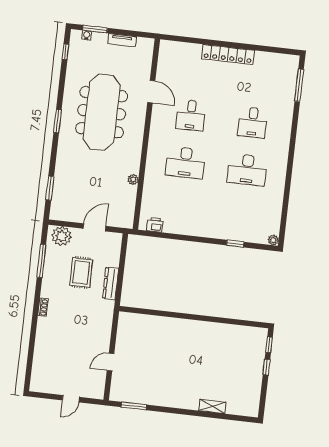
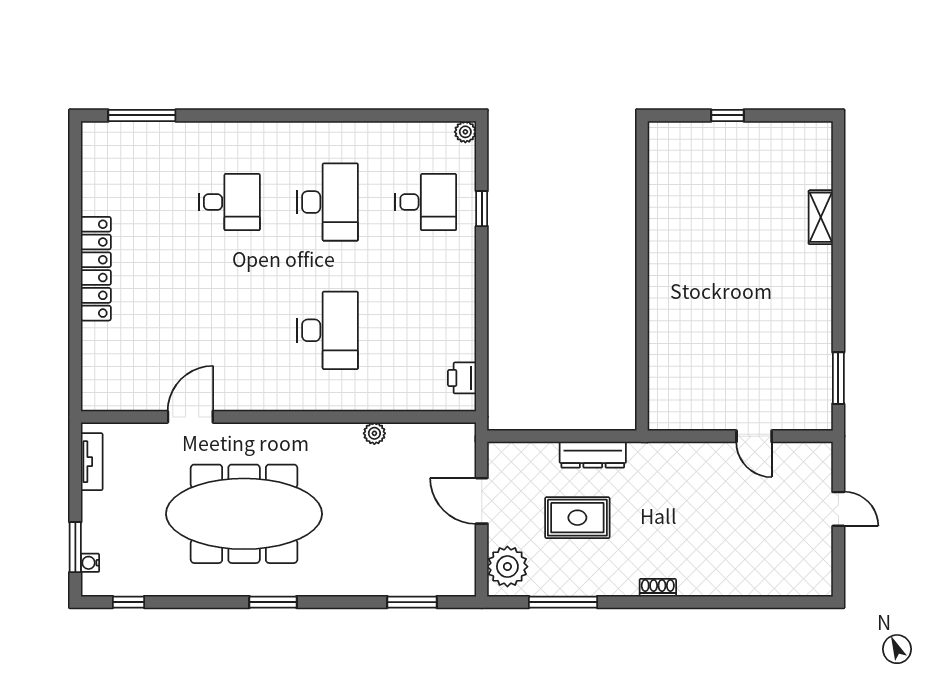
tv unit: (122, 40) -> (92, 462), moved
desk: (191, 115) -> (426, 202), moved
window: (269, 345) -> (681, 115), removed

